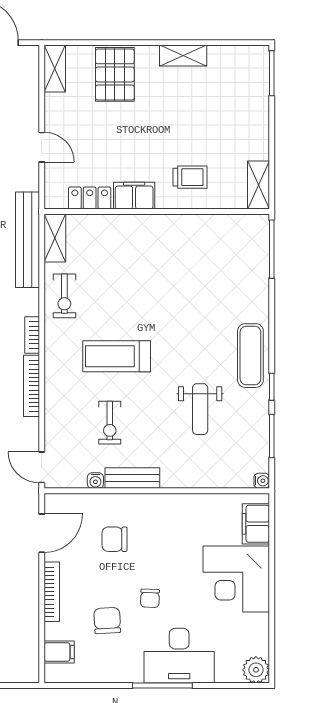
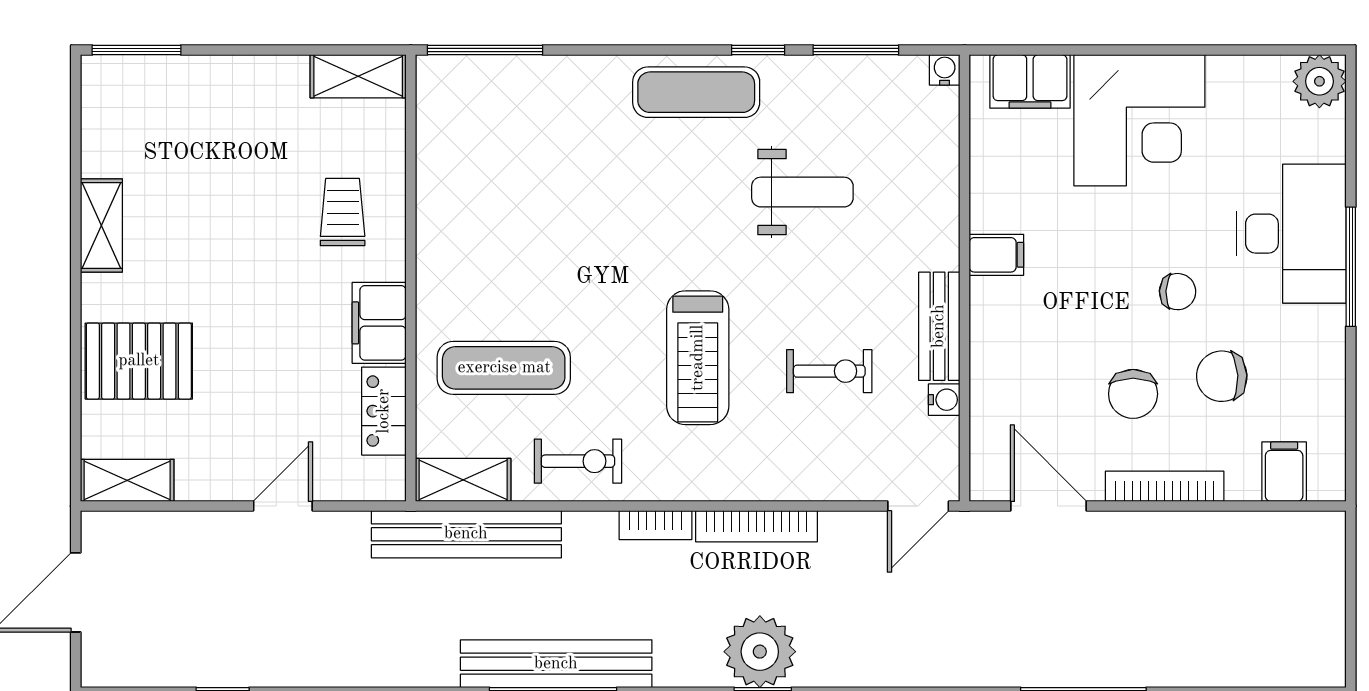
exercise mat: (111, 258) -> (504, 368), added
filing cabinet: (168, 507) -> (996, 255), added
chair: (115, 539) -> (1133, 394), moved

